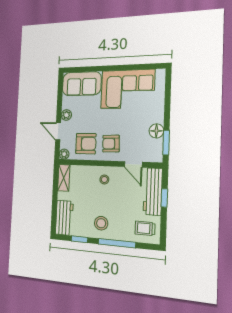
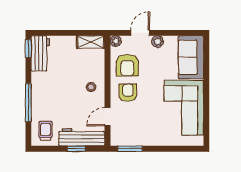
floor lamp: (156, 131) -> (141, 139), removed
workbench: (64, 218) -> (40, 53), moved, turned -90
stool: (101, 223) -> (47, 86), removed
window: (79, 239) -> (28, 49), moved

